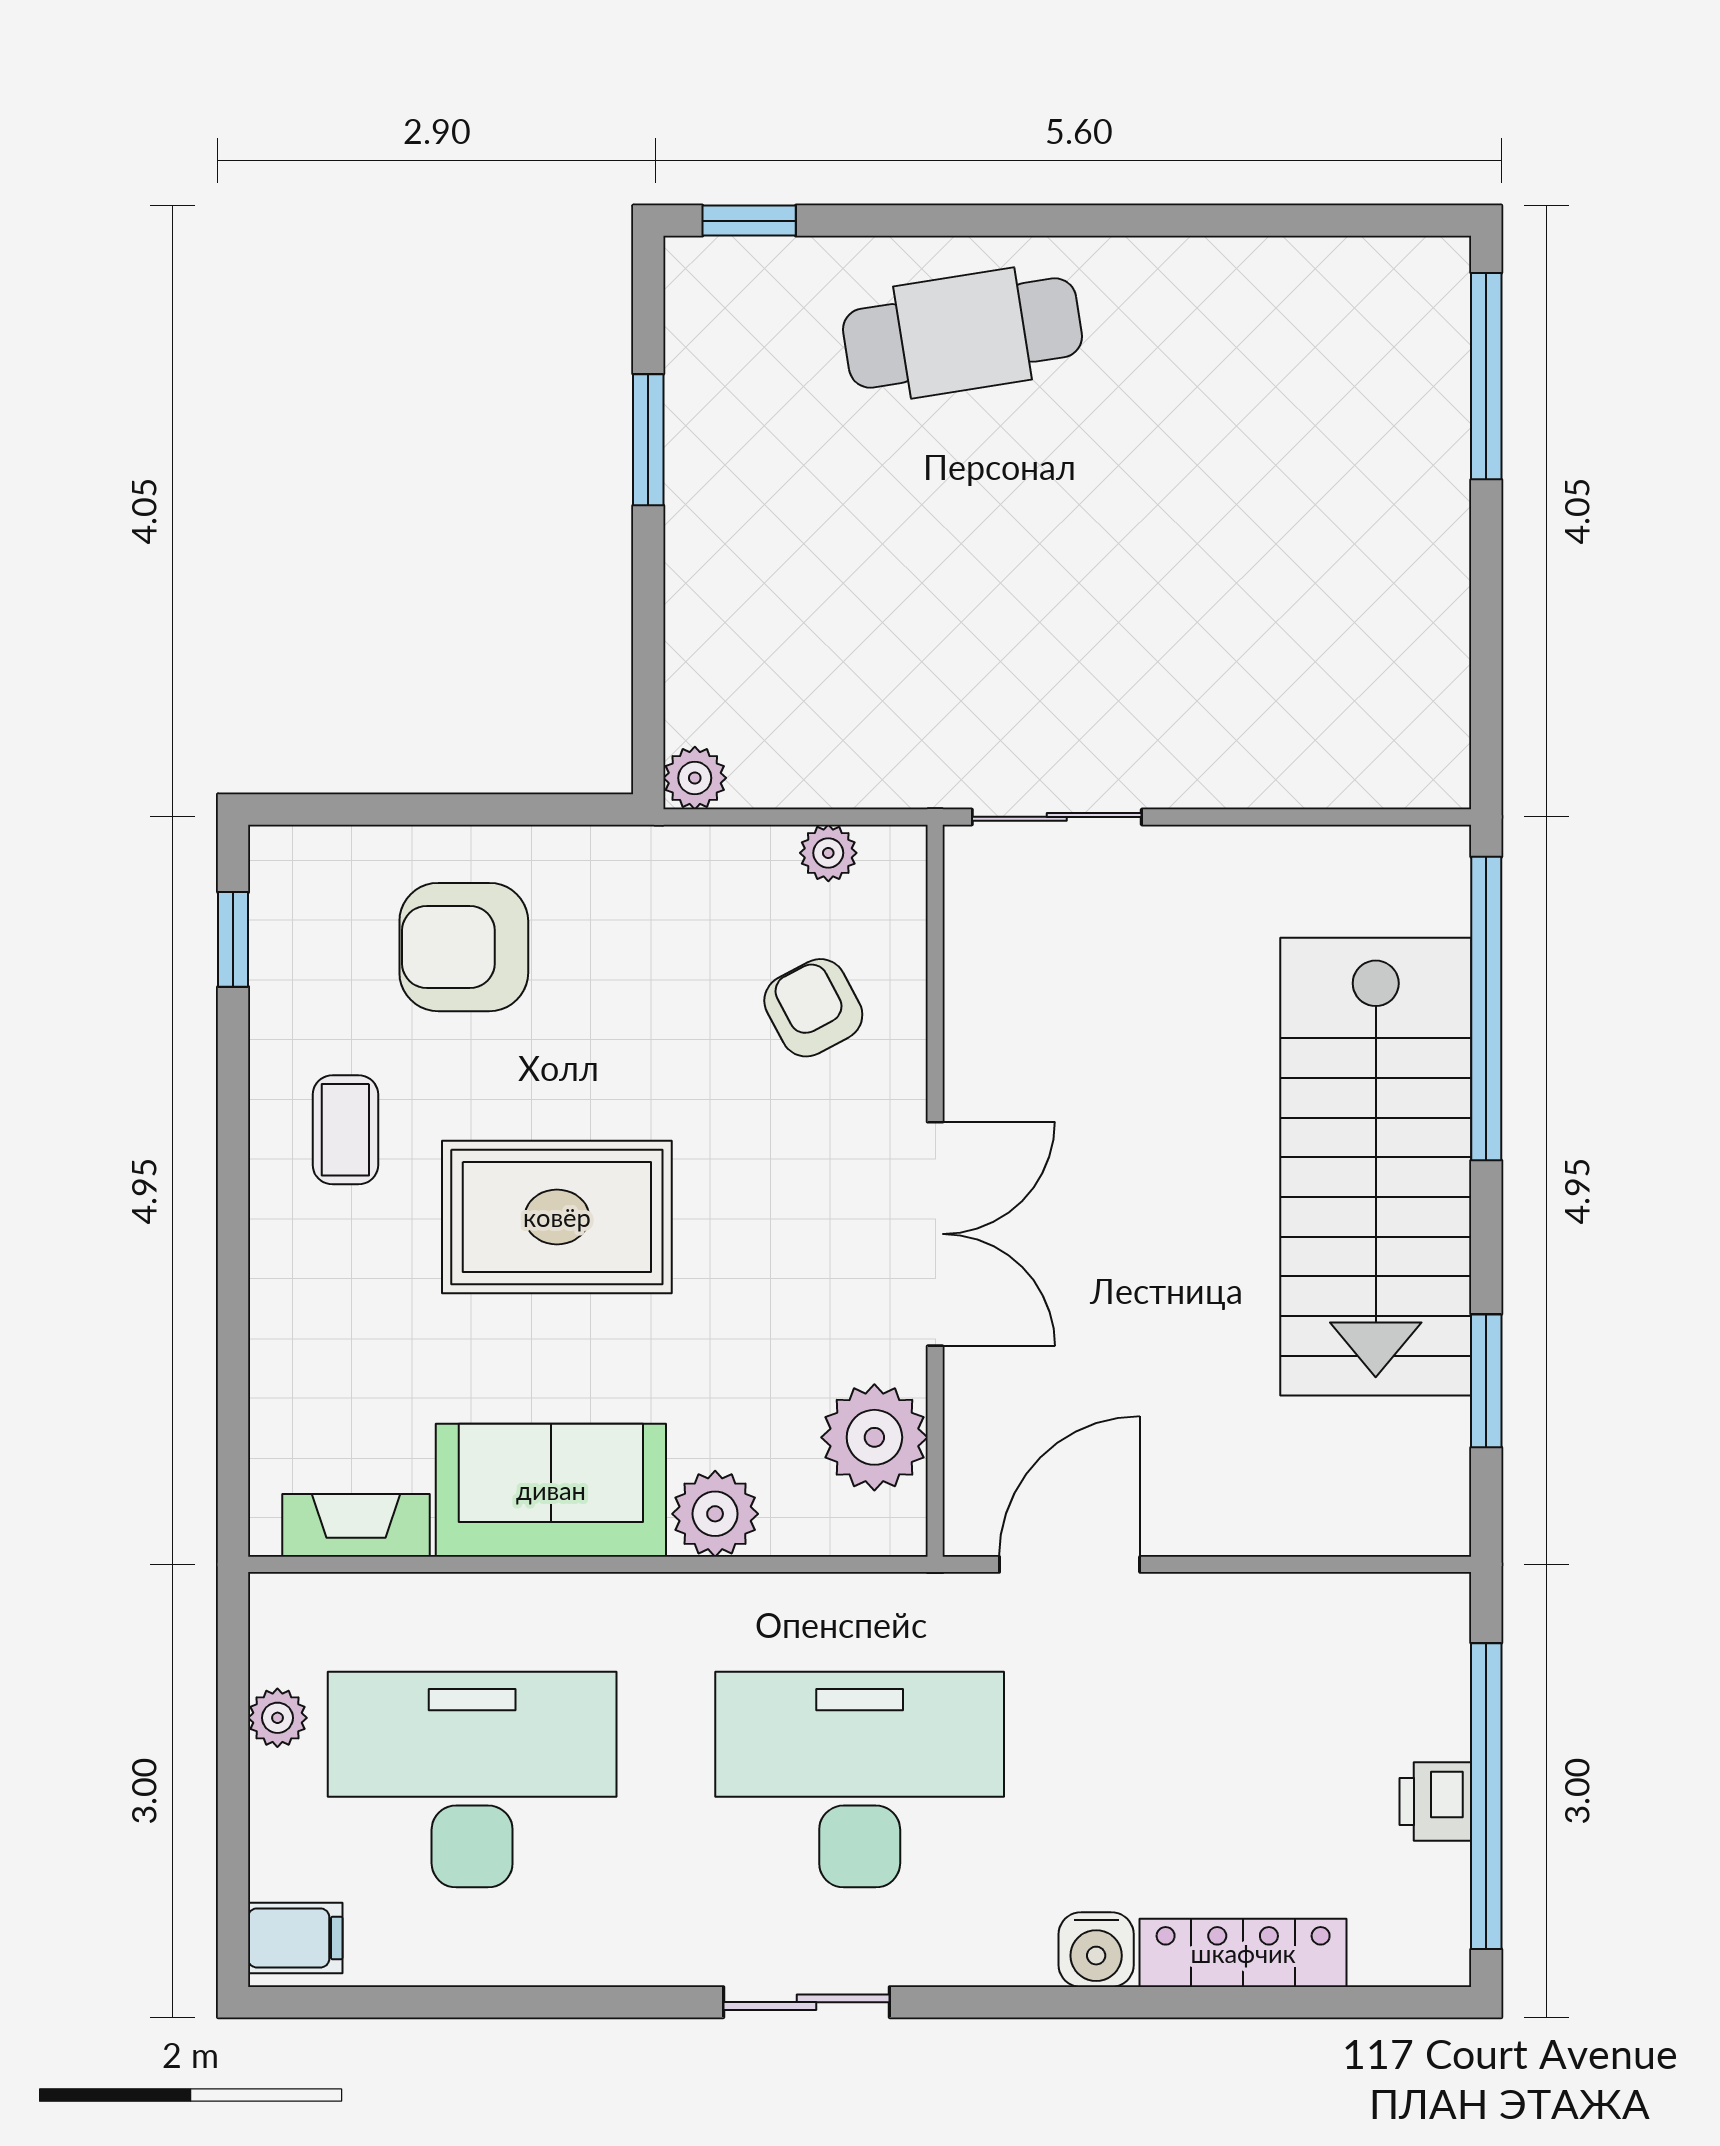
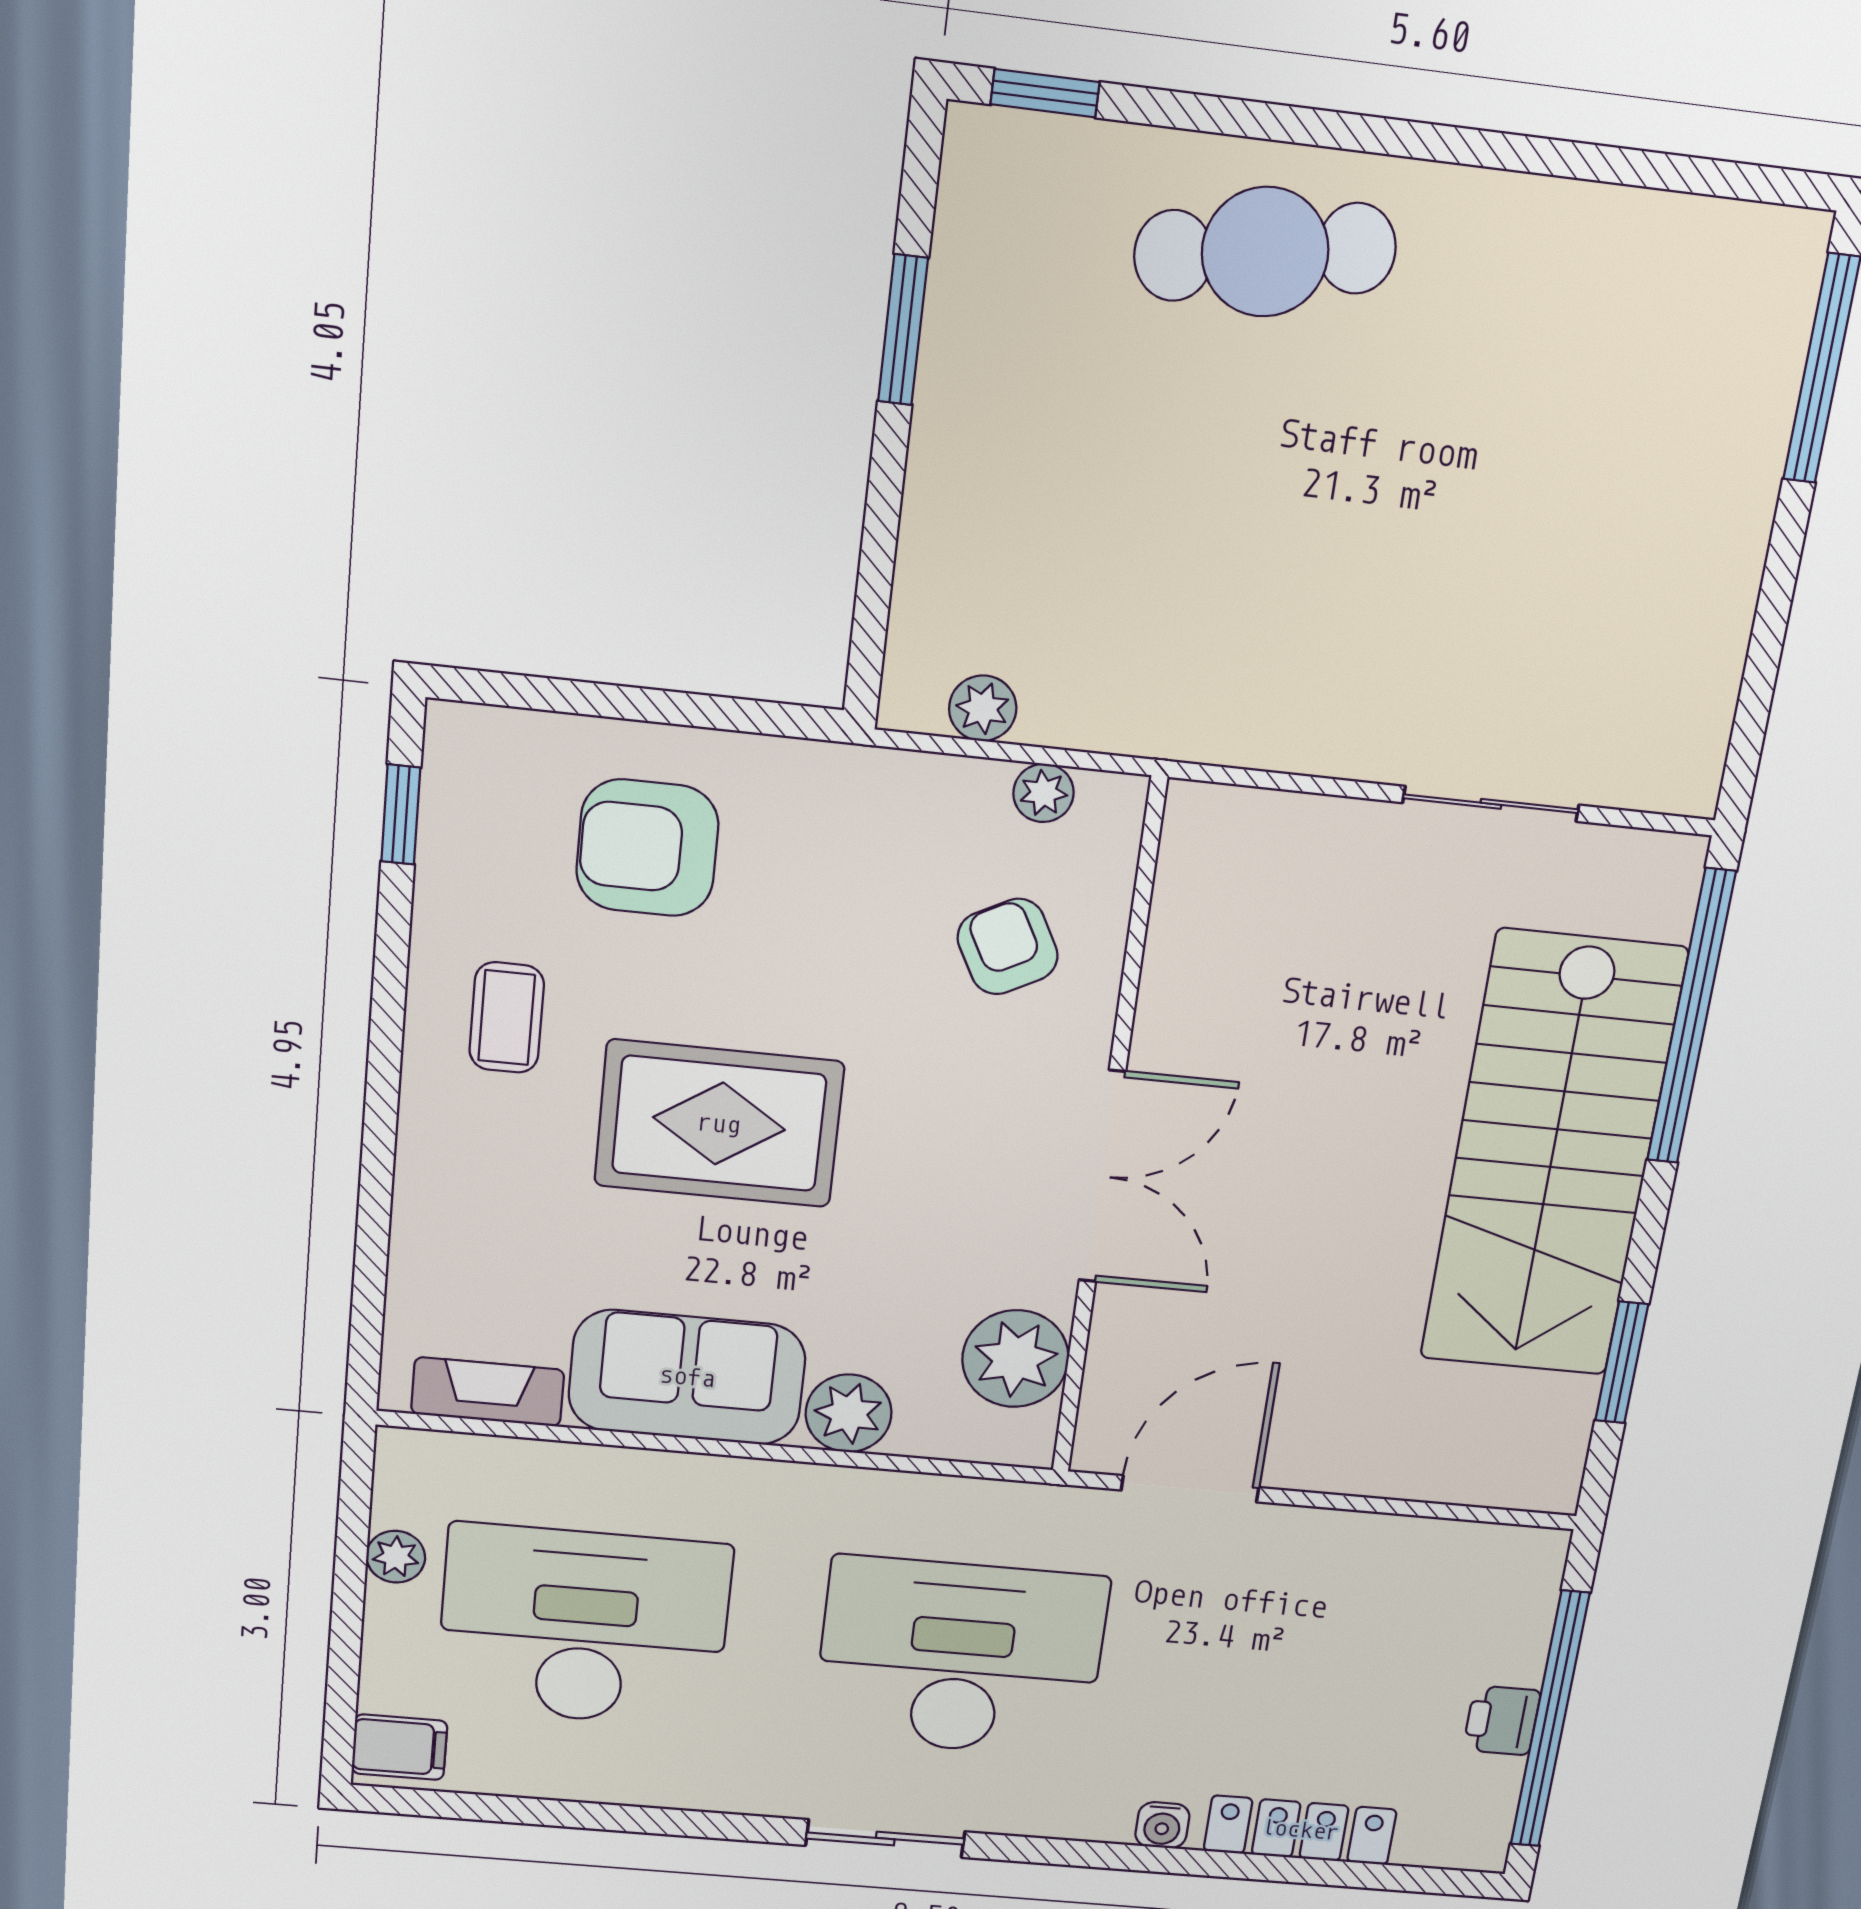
plant: (695, 778) -> (983, 708), moved
sliding door: (1057, 817) -> (1491, 804), moved
water cooler: (1096, 1950) -> (1162, 1825), width x0.72, depth x0.72

